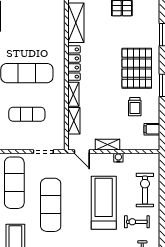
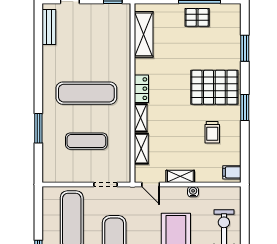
locker: (74, 63) -> (141, 89), width x0.66
pallet: (137, 68) -> (214, 87), turned 90
filing cabinet: (152, 129) -> (232, 172), moved

